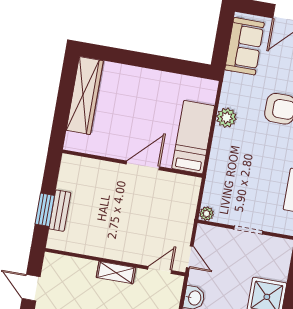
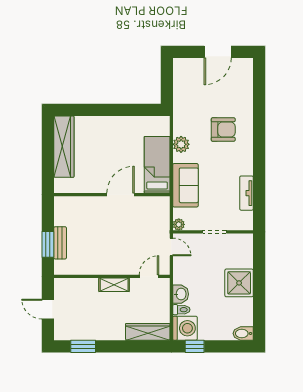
sofa: (244, 46) -> (185, 185), moved
door: (190, 257) -> (171, 247), moved

